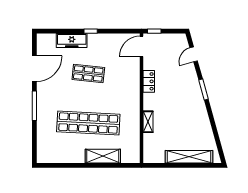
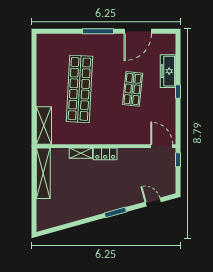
door: (34, 69) -> (138, 31), hinge flipped
locker: (149, 81) -> (105, 154), moved
shelving: (103, 156) -> (44, 125), moved
shelving: (189, 157) -> (43, 173), moved

